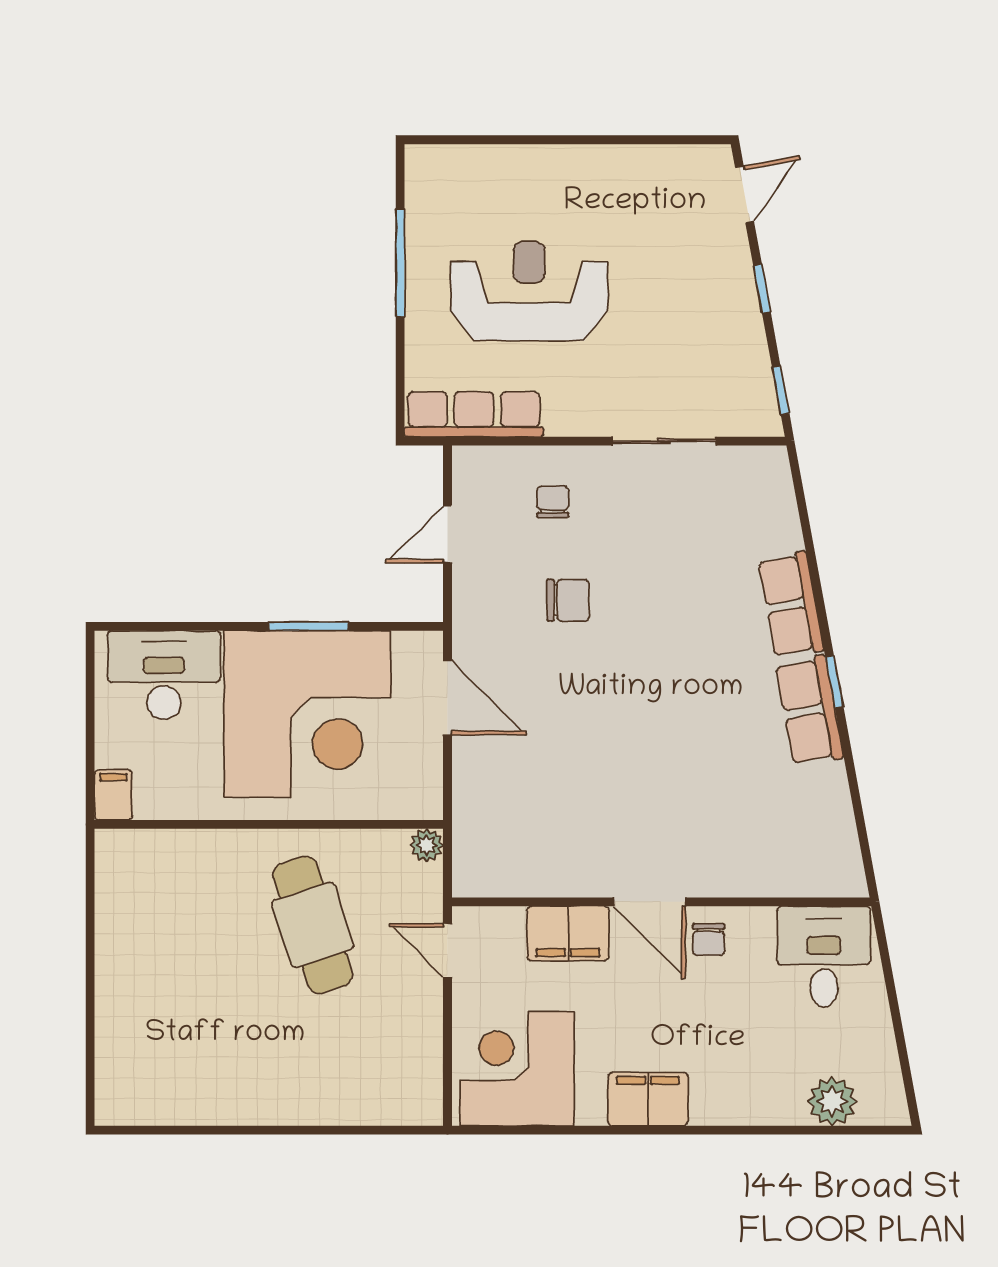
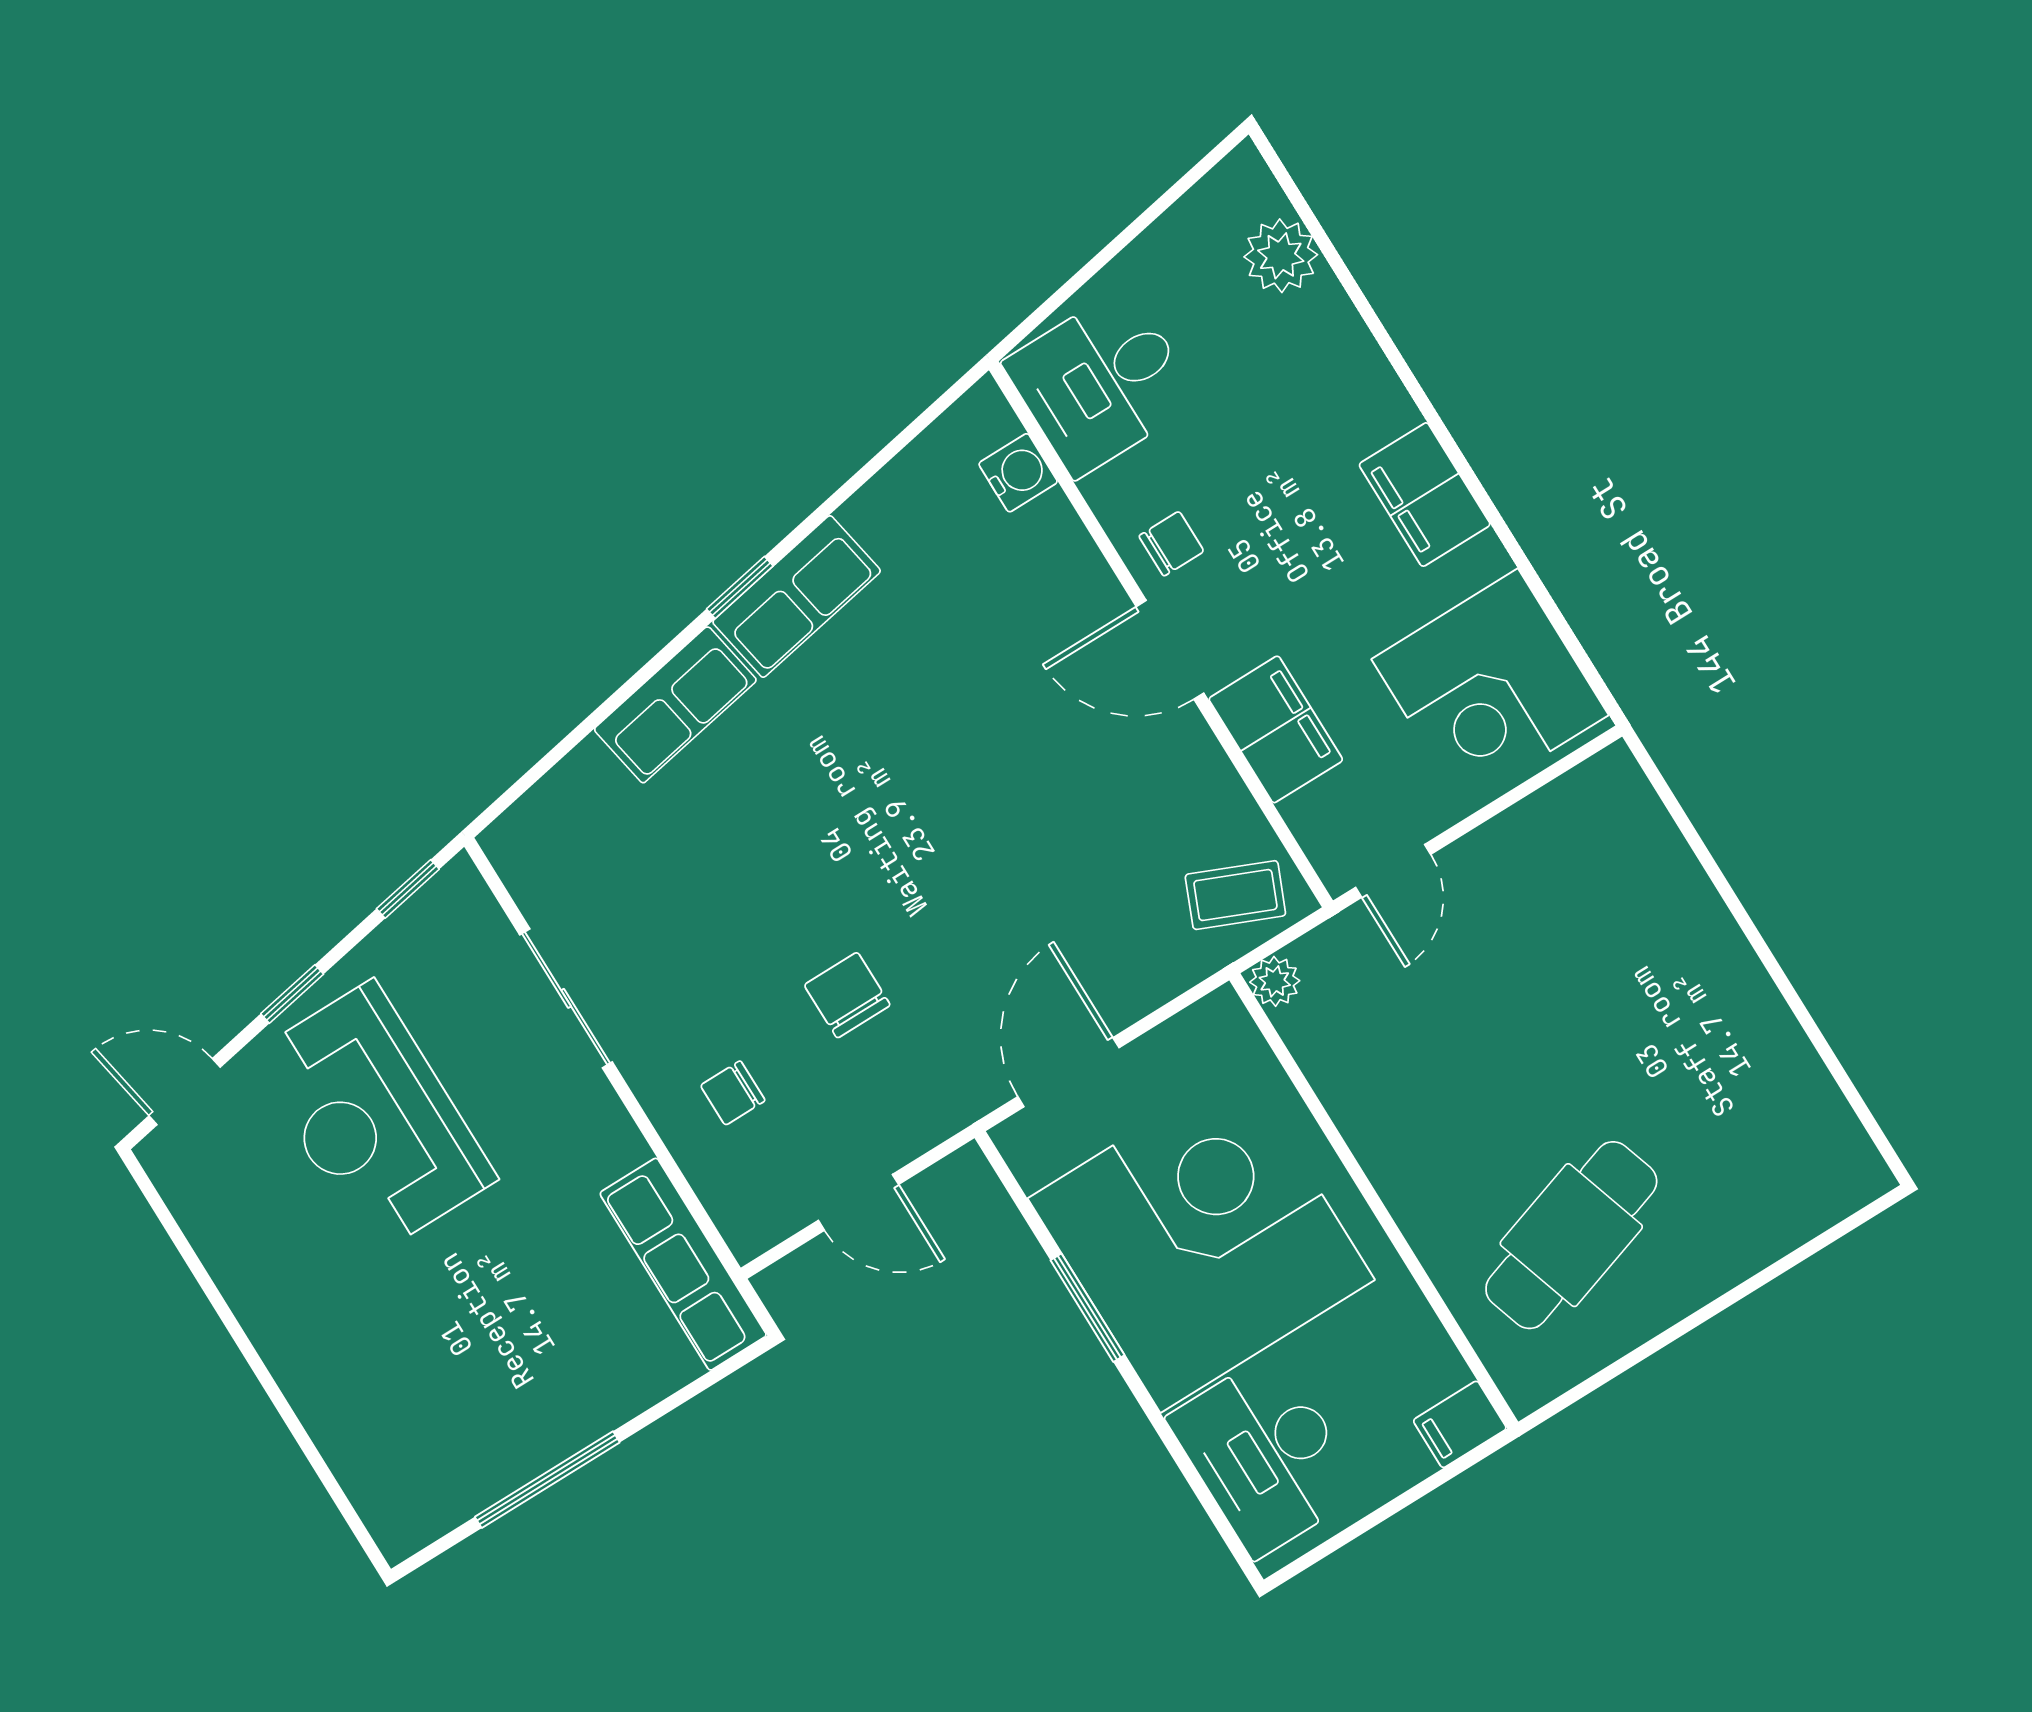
reception desk: (529, 291) -> (373, 1118), moved
coffee table: (489, 853) -> (1235, 895), added
water cooler: (802, 878) -> (1018, 473), added
door: (649, 902) -> (1170, 650), swing flipped
cafe table: (313, 925) -> (1571, 1235), moved

